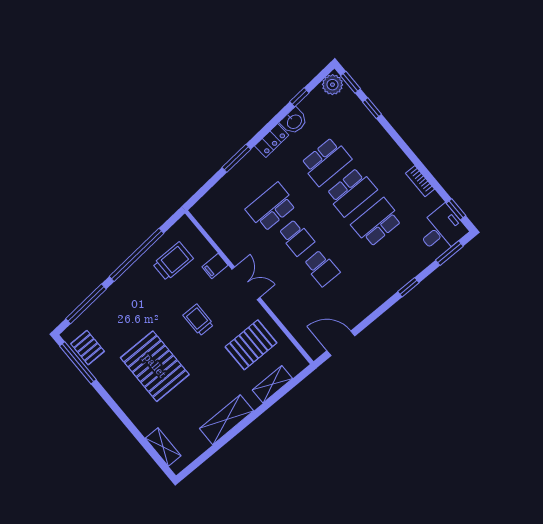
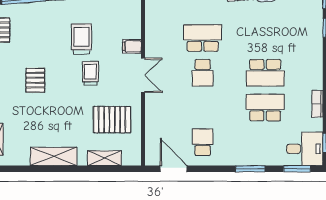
school desk: (326, 161) -> (265, 38), removed
trolley: (173, 261) -> (81, 39), moved, turned -90
school desk: (322, 268) -> (203, 142), moved, turned 180
window: (408, 287) -> (250, 169), width x1.50
pallet: (155, 366) -> (35, 80), width x0.49, depth x0.50

